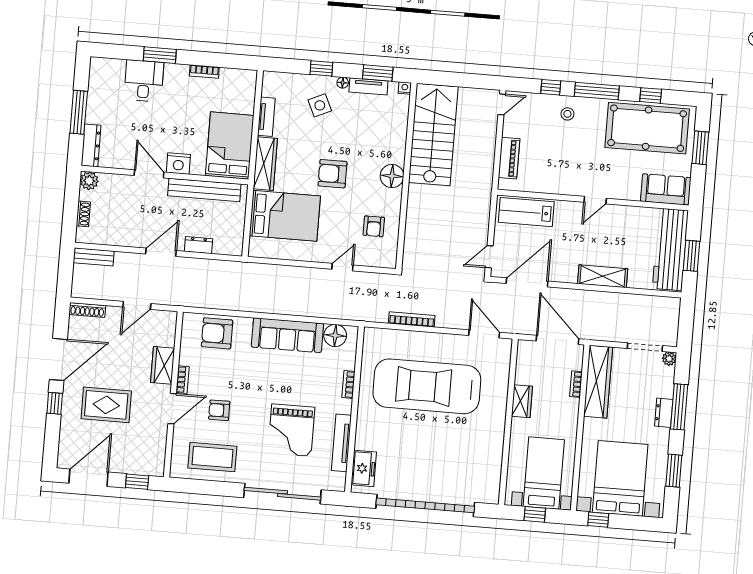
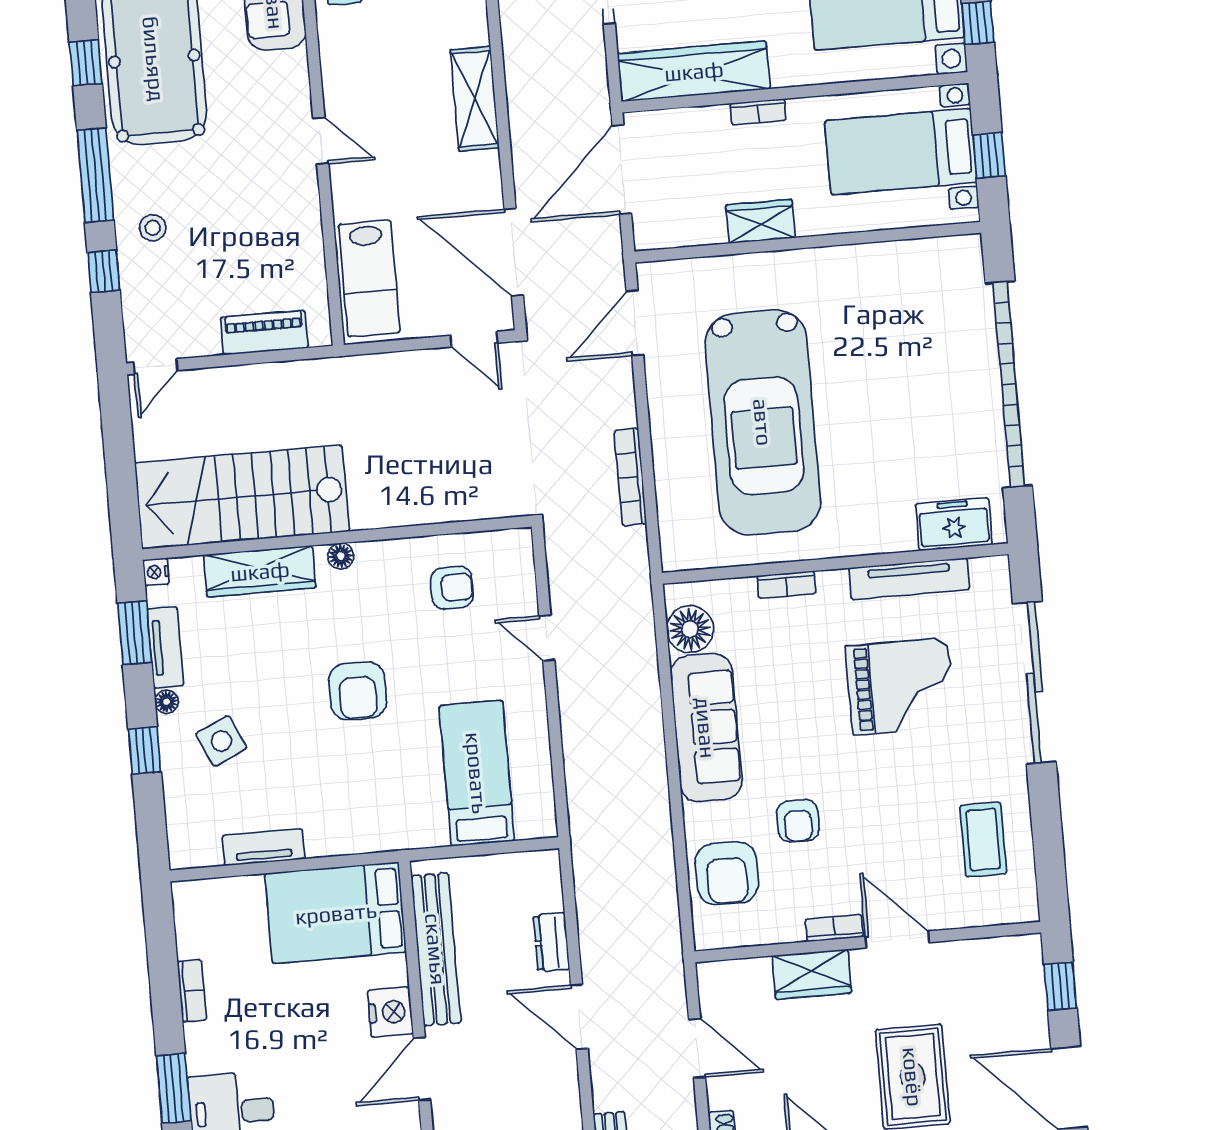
door: (502, 104) -> (156, 366), swing flipped
wardrobe: (265, 164) -> (260, 571), moved, turned 180
floor lamp: (392, 176) -> (341, 556), width x0.53, depth x0.53
bed: (285, 216) -> (477, 773), width x0.67
bookcase: (576, 384) -> (758, 112), moved
armchair: (219, 410) -> (798, 821), moved
coffee table: (212, 457) -> (983, 840), width x0.73, depth x0.76

